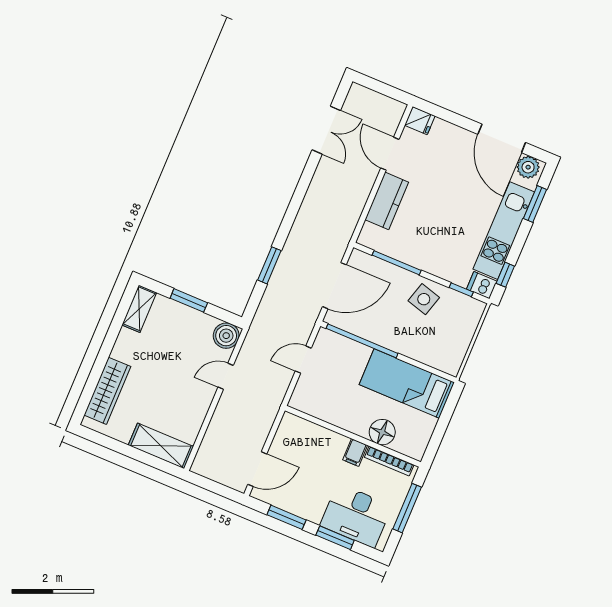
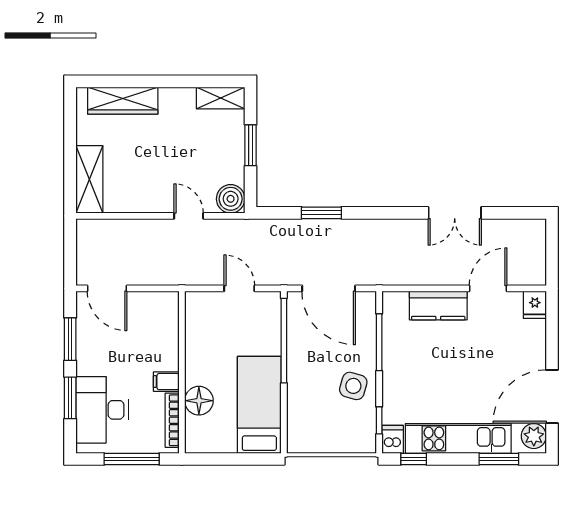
double door: (326, 130) -> (455, 213), moved

